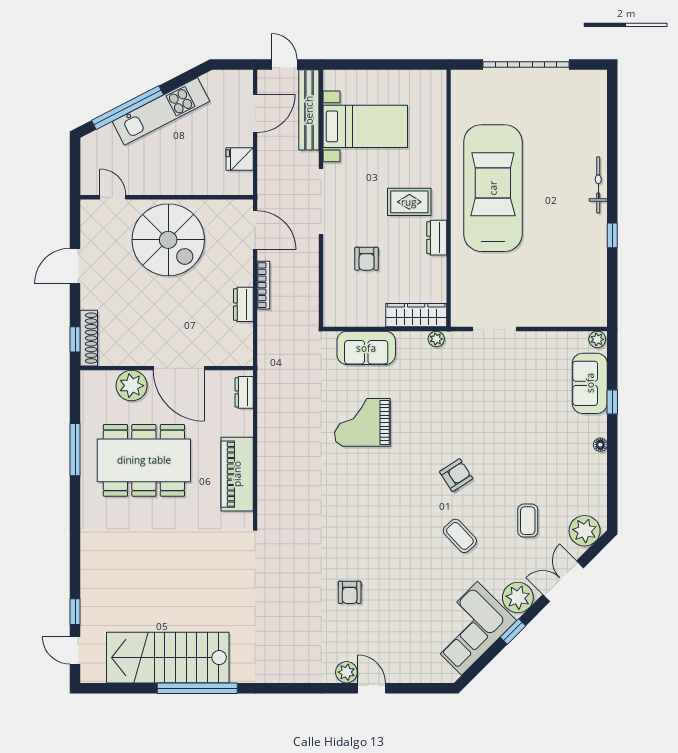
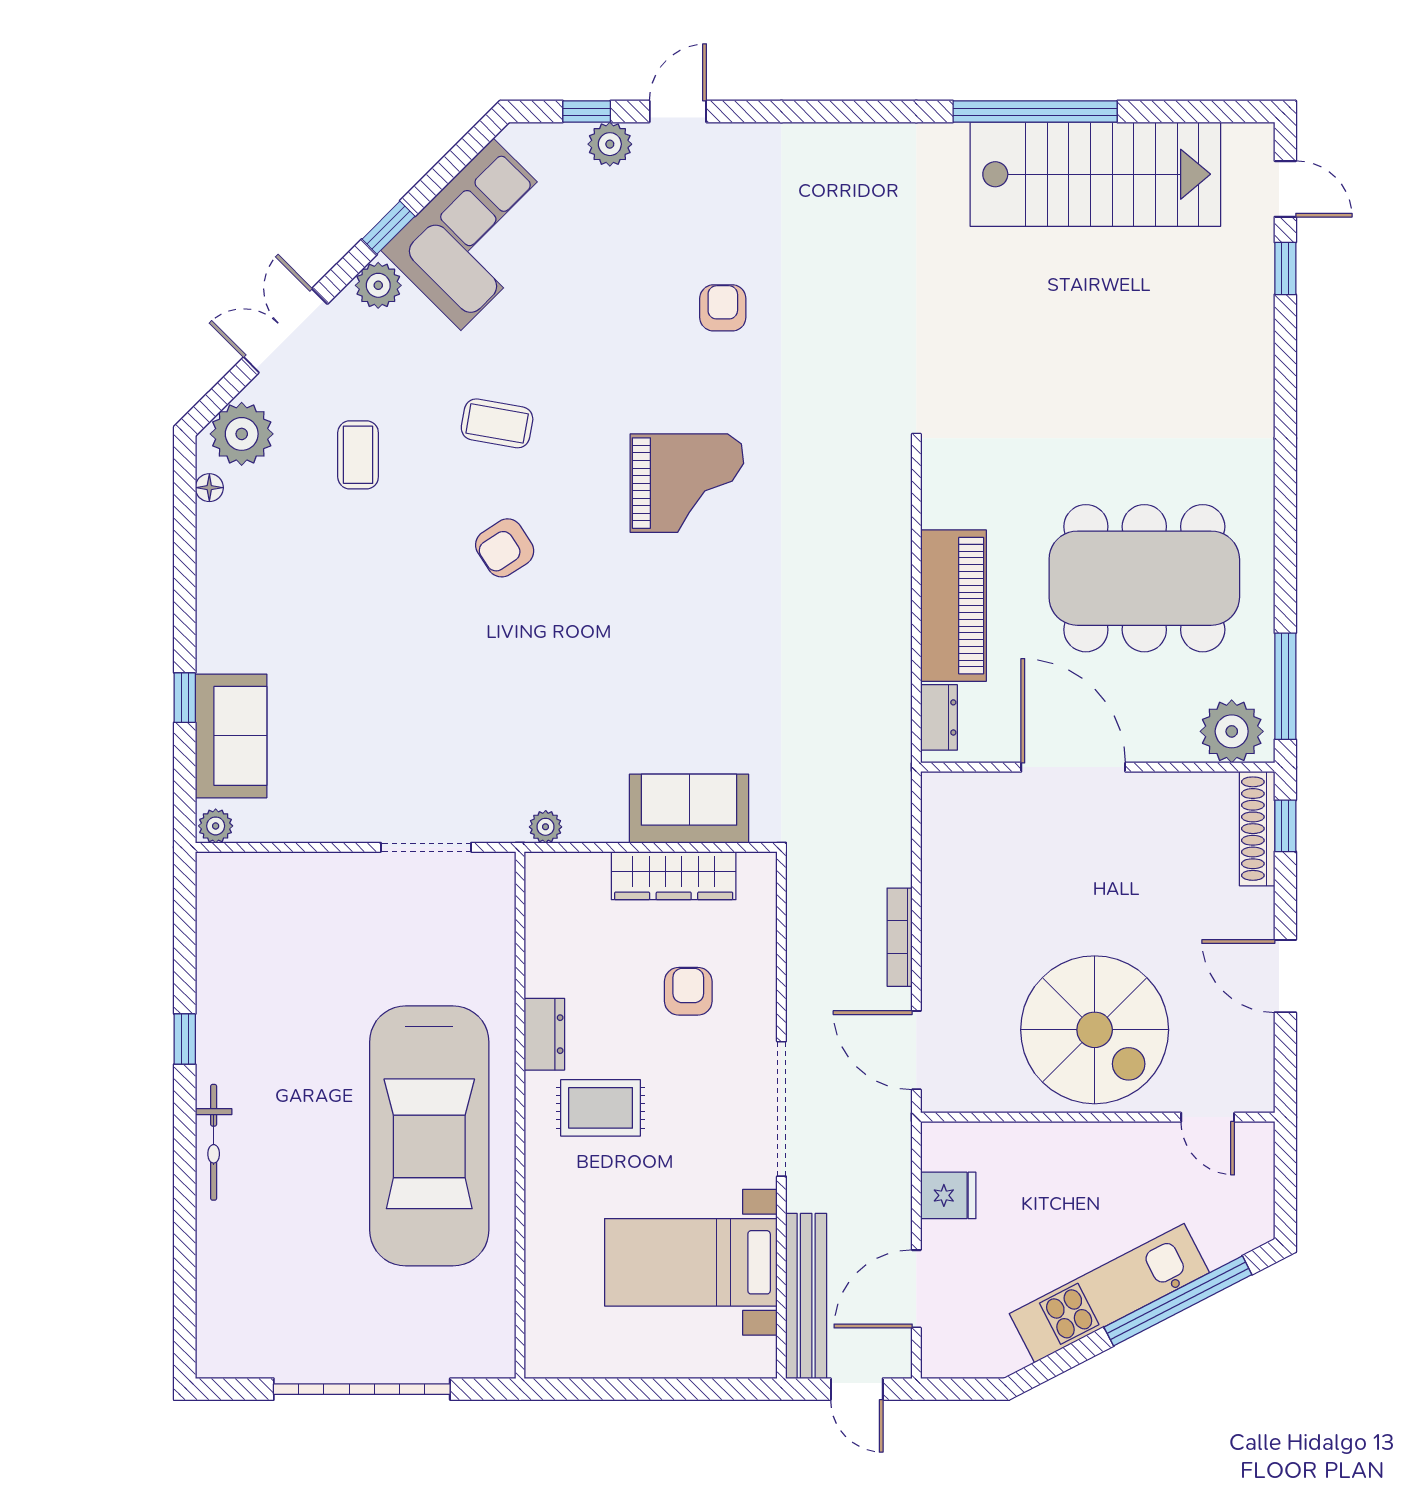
spiral stairs: (168, 240) -> (1095, 1030), turned 180
door: (75, 266) -> (1285, 976), swing flipped
dresser: (243, 304) -> (940, 897), removed
wardrobe: (416, 315) -> (674, 876), moved
plant: (132, 386) -> (1232, 731), moved
grand piano: (362, 422) -> (687, 483), moved
floor lamp: (600, 445) -> (209, 488), moved
window: (75, 450) -> (1285, 686), moved
piano: (237, 474) -> (953, 606), moved
coffee table: (460, 536) -> (497, 423), turned -37
double door: (563, 581) -> (285, 331), swing flipped
plant: (518, 598) -> (378, 285), width x0.73, depth x0.73
plant: (346, 672) -> (610, 144), moved
door: (372, 688) -> (678, 112), swing flipped
window: (416, 688) -> (587, 112), added

